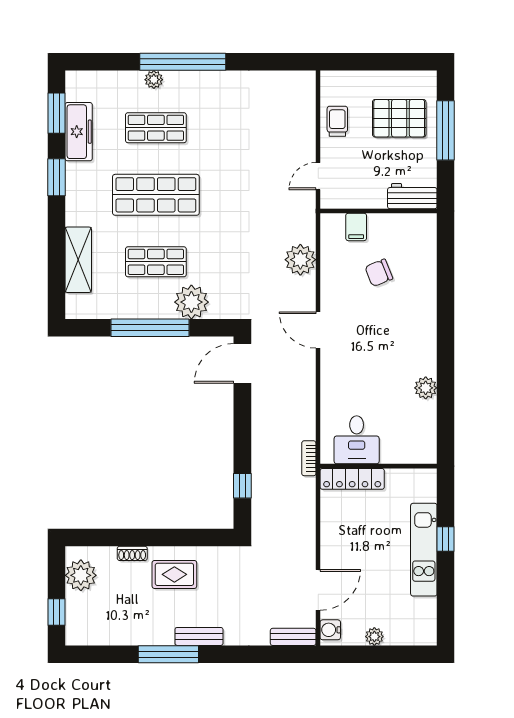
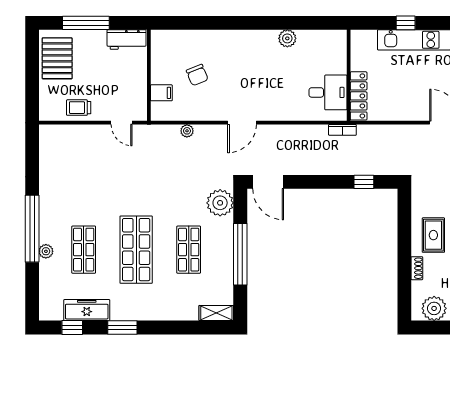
window: (56, 113) -> (72, 327), width x0.67
pallet: (399, 118) -> (57, 58), moved
workbench: (412, 196) -> (127, 40), moved, turned -90
shelving: (78, 260) -> (216, 313), moved, width x0.67, depth x0.75
plant: (300, 260) -> (187, 131), width x0.53, depth x0.53
plant: (191, 302) -> (220, 203), moved

